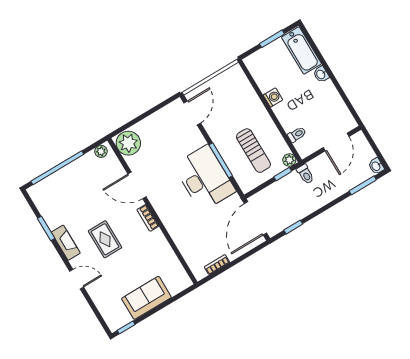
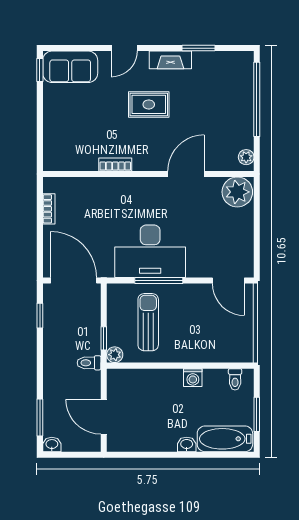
toilet: (297, 134) -> (235, 379), moved
sun lounger: (253, 151) -> (148, 322), turned 90
bookcase: (148, 218) -> (115, 164), moved
sofa: (146, 298) -> (70, 67), moved, turned 90

